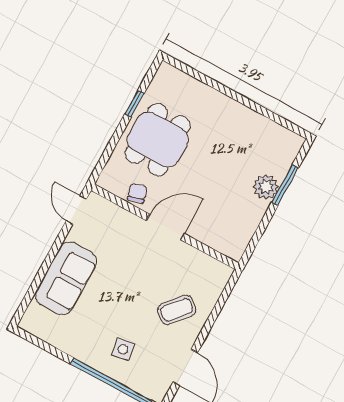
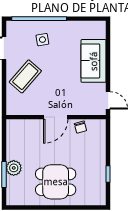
dining table: (158, 140) -> (56, 182), moved, turned 90
coffee table: (177, 310) -> (25, 76), width x1.36, depth x1.30

